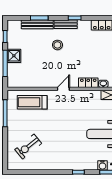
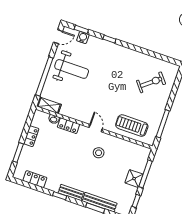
stool: (57, 45) -> (99, 153), moved
door: (63, 89) -> (96, 128), swing flipped
treadmill: (32, 102) -> (132, 126), turned 180

